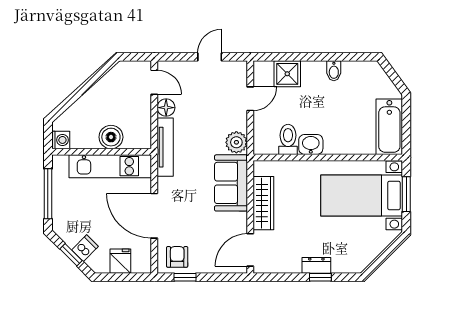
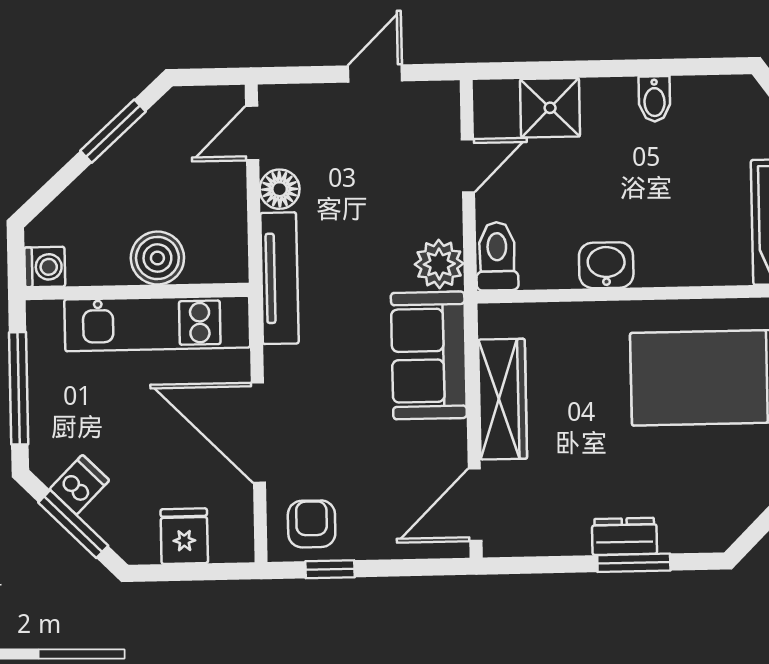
window: (92, 80) -> (113, 131), added
door: (154, 82) -> (252, 133), swing flipped
toilet: (288, 139) -> (497, 256), moved
dishwasher: (85, 248) -> (79, 485), moved
window: (71, 255) -> (73, 524), width x1.50
window: (320, 277) -> (634, 563), width x1.50

